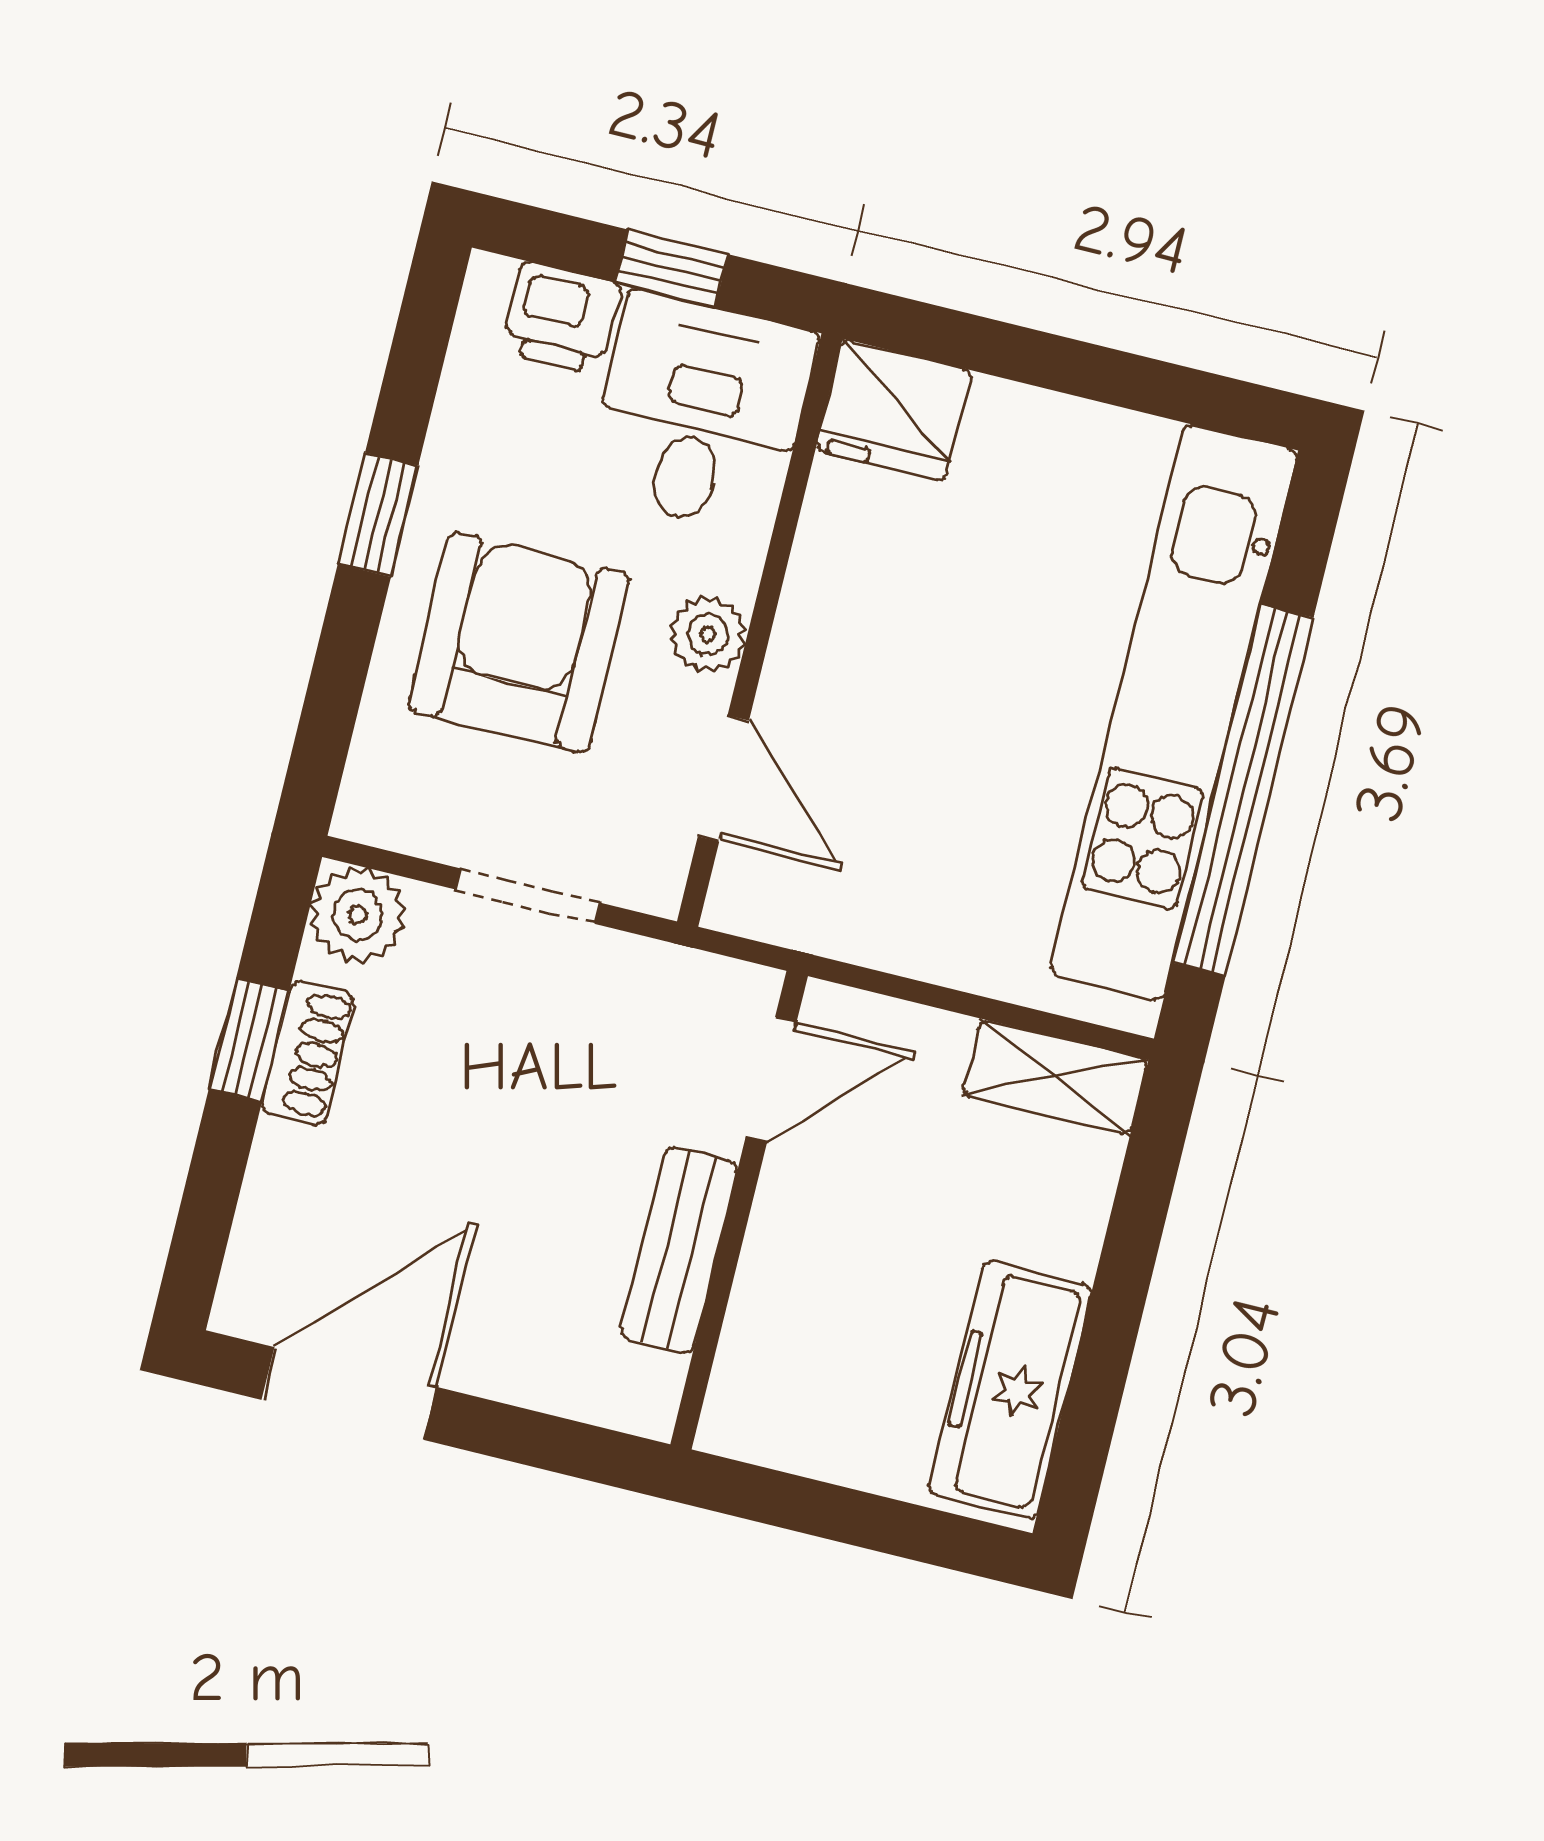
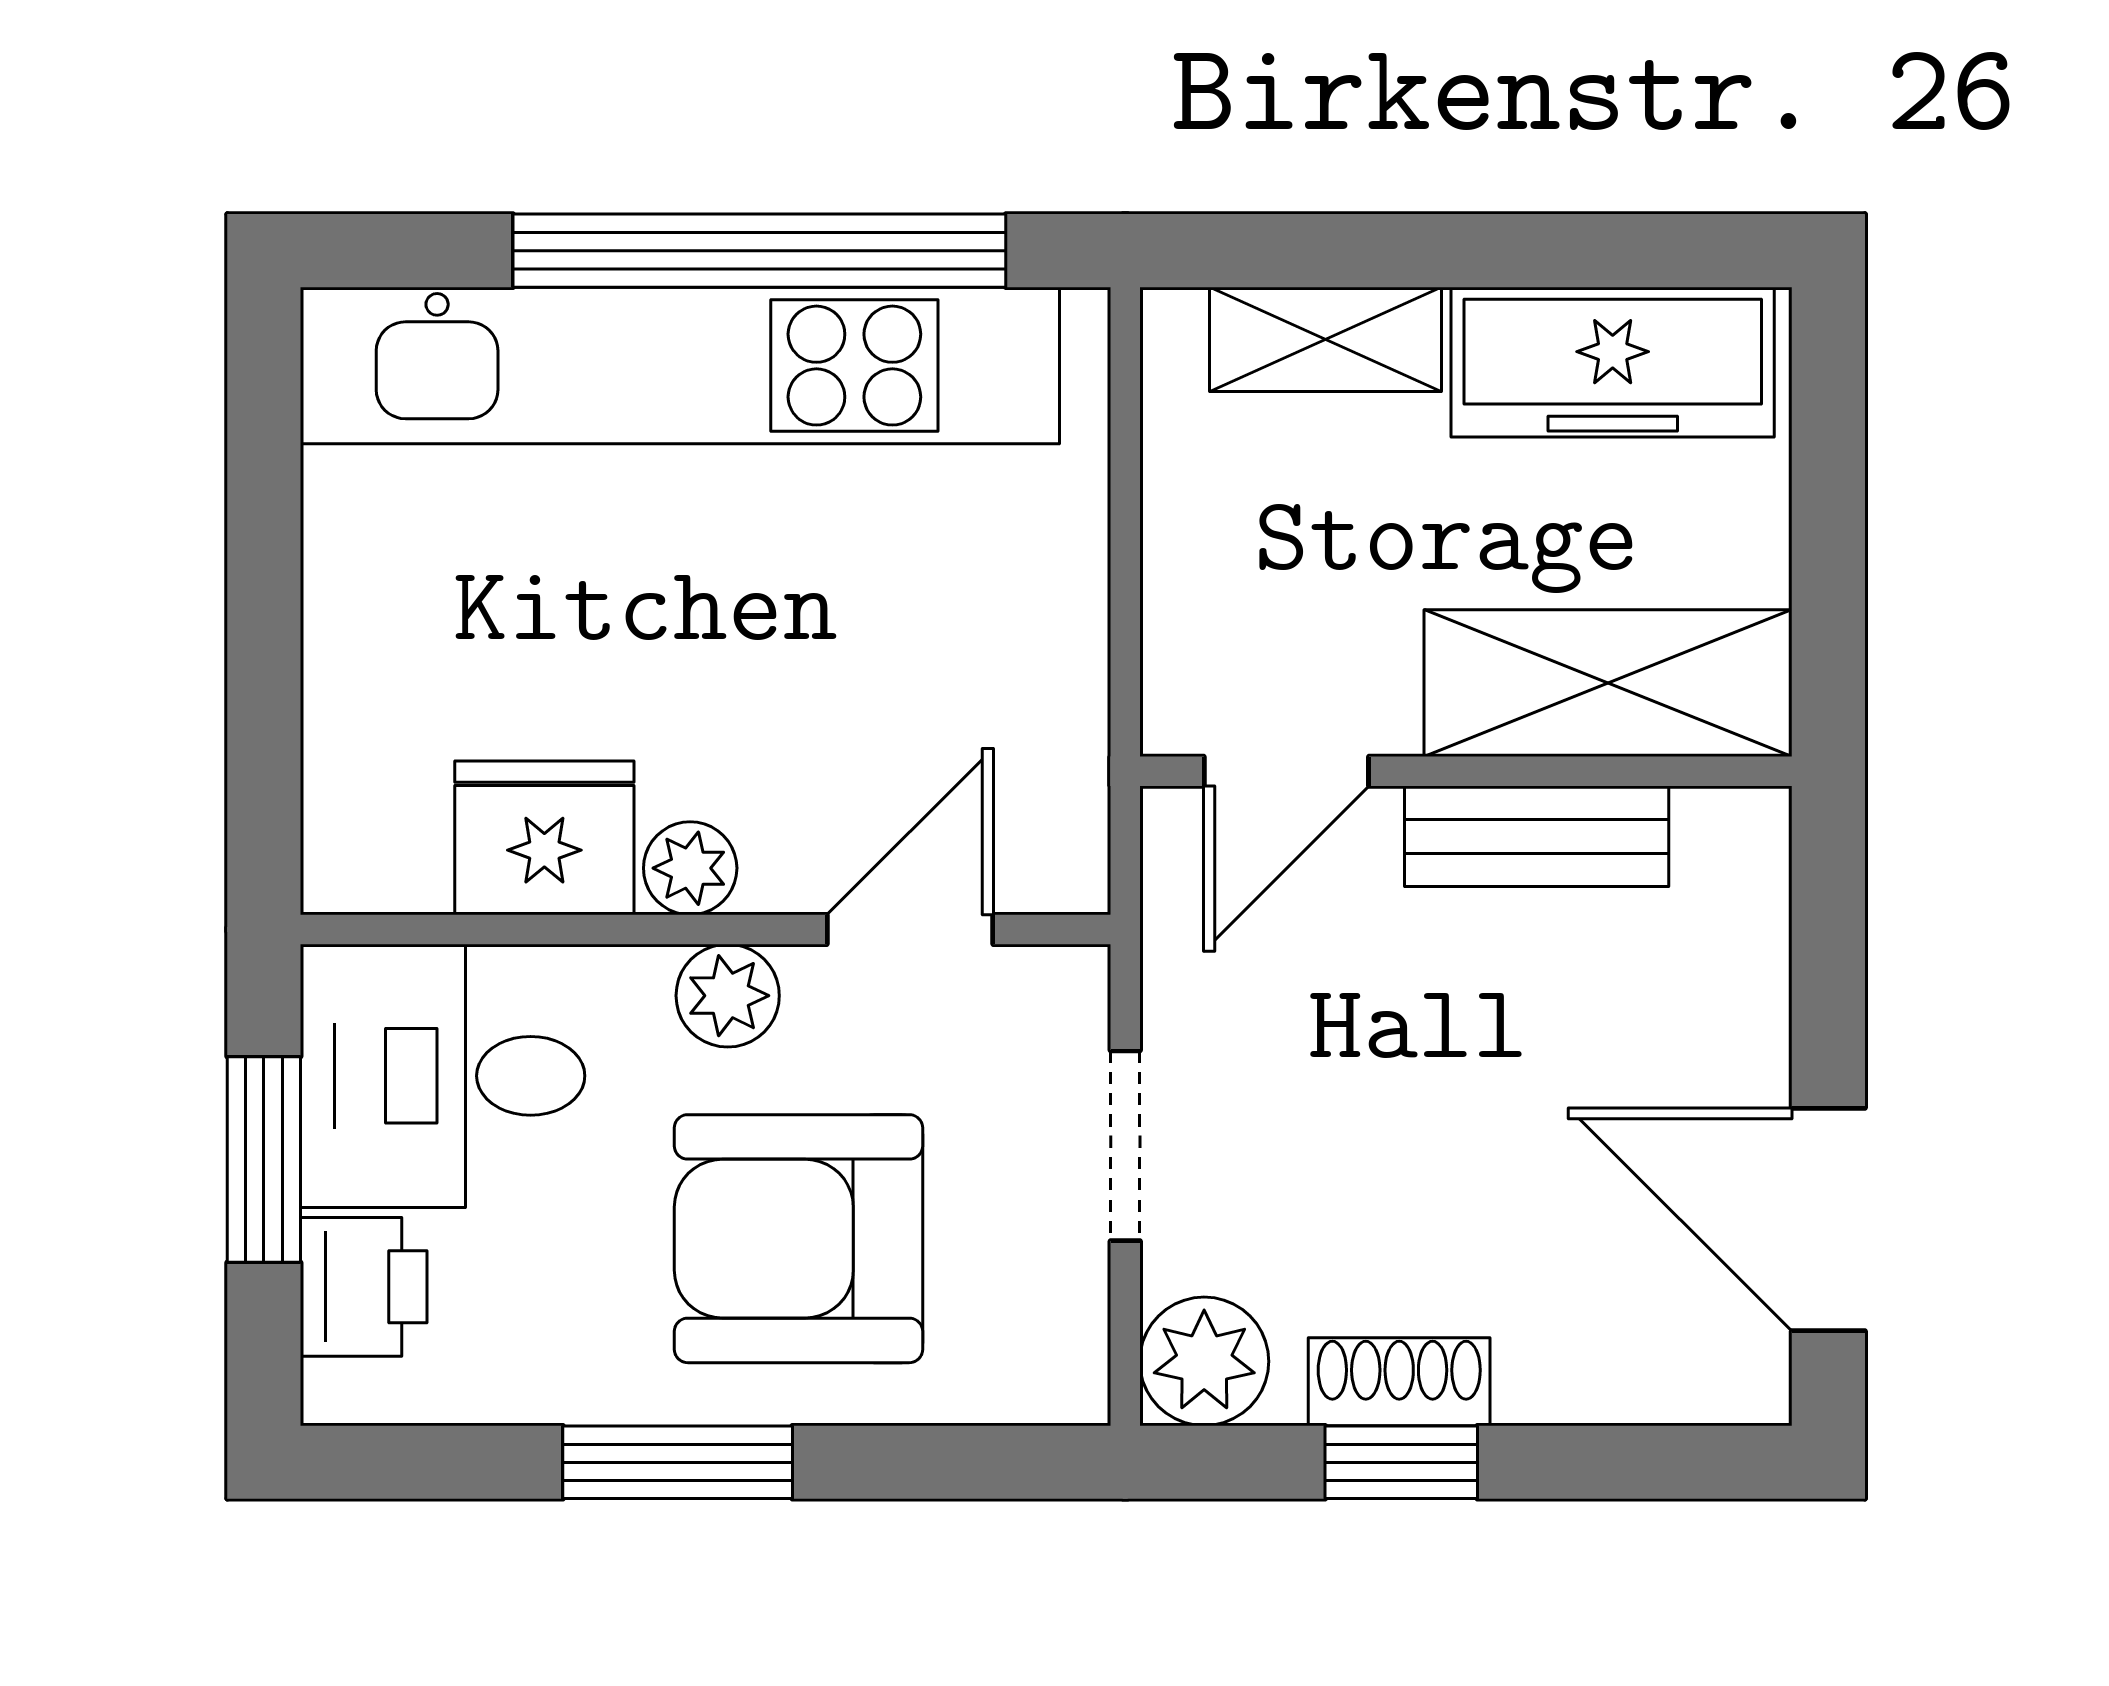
window: (672, 268) -> (264, 1160), width x1.50
fridge: (894, 410) -> (544, 838), moved, turned -90
window: (378, 515) -> (678, 1462), width x1.50
plant: (807, 630) -> (690, 868), added
shelving: (1055, 1077) -> (1325, 339), moved, turned 90
door: (771, 1080) -> (1286, 771), swing flipped
shelving: (778, 1329) -> (1608, 683), added

